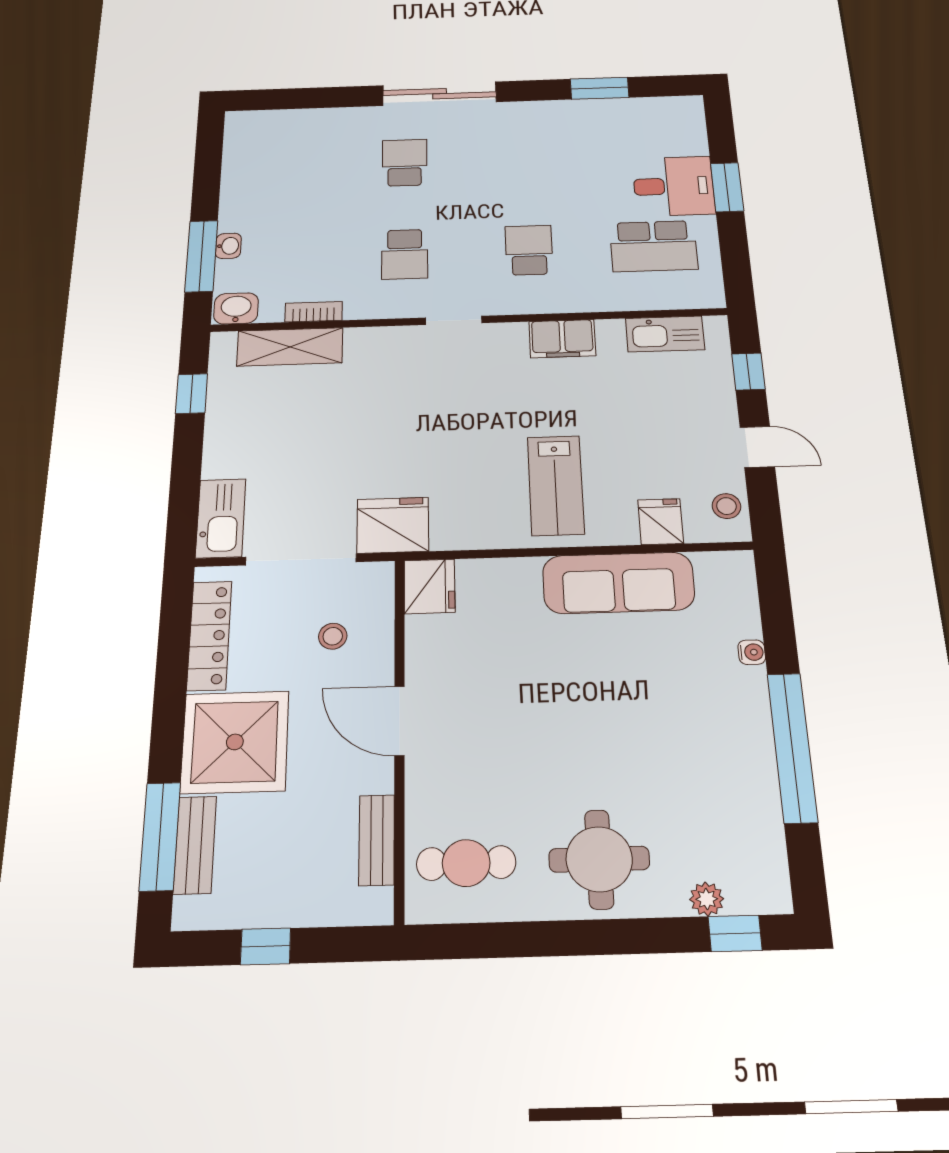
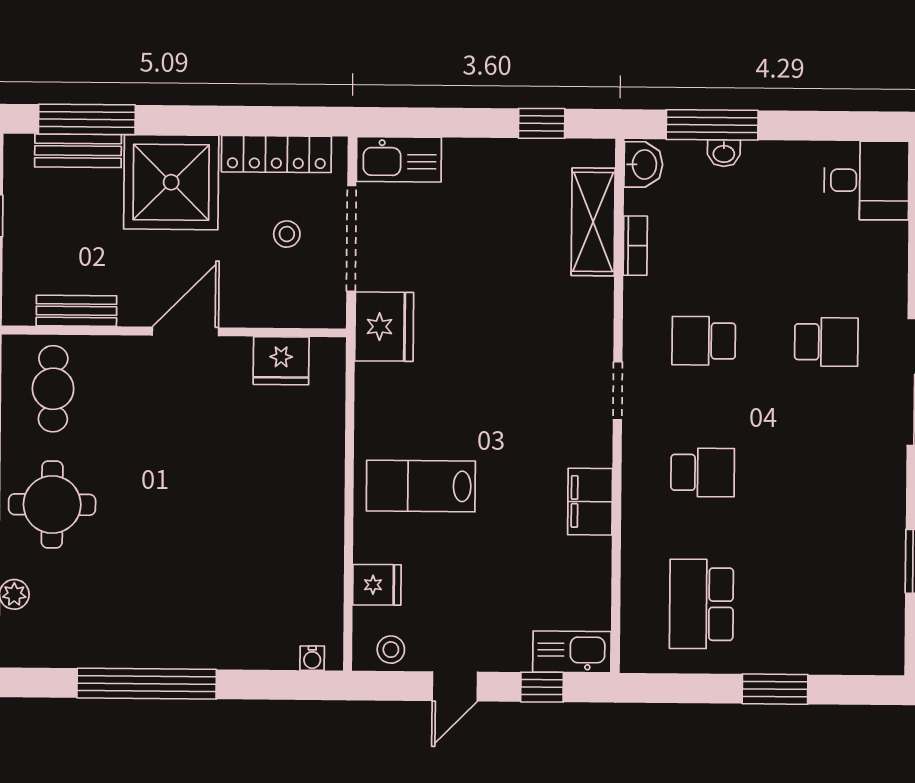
desk: (674, 186) -> (866, 180), moved, turned -90
kitchen sink: (665, 334) -> (572, 652), moved, turned 90
sofa: (618, 583) -> (314, 540), removed
fridge: (429, 586) -> (281, 361), moved
stool: (333, 636) -> (287, 234), moved
water cooler: (752, 652) -> (312, 658), moved

